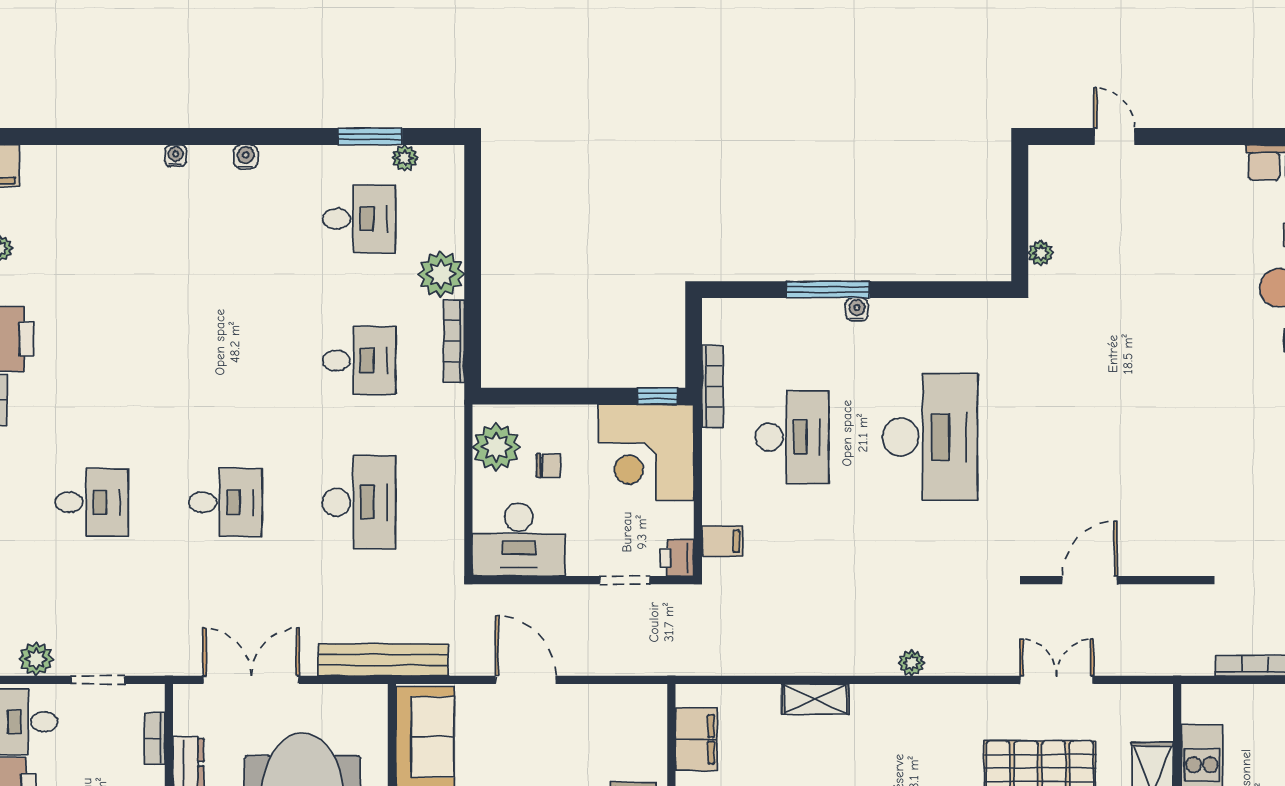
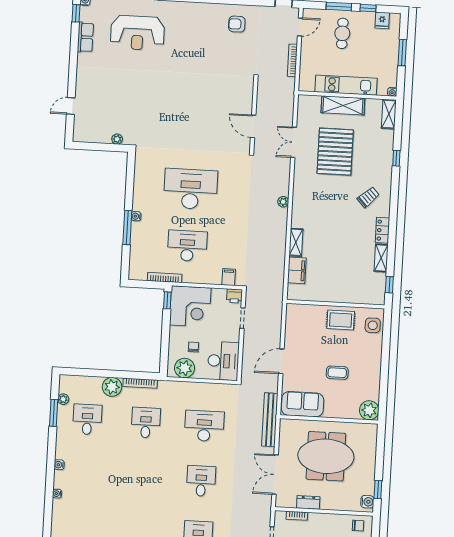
filing cabinet: (696, 739) -> (297, 270), moved, turned 90

